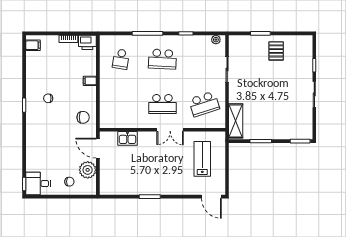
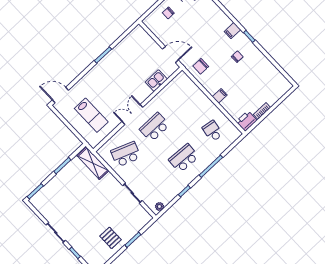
filing cabinet: (33, 45) -> (232, 31), moved
school desk: (204, 104) -> (126, 154), turned 39
plant: (88, 170) -> (163, 33), removed

